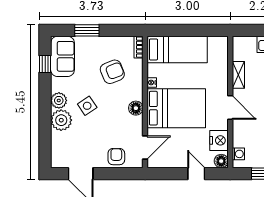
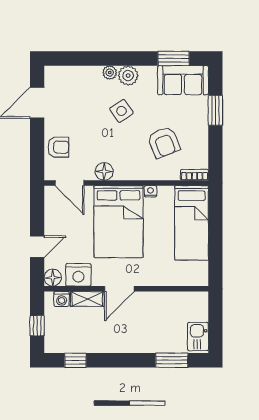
window: (45, 64) -> (174, 58), width x1.50
shelving: (238, 75) -> (87, 299), moved
floor lamp: (136, 108) -> (104, 171), moved
plant: (61, 120) -> (110, 73), width x0.53, depth x0.53

